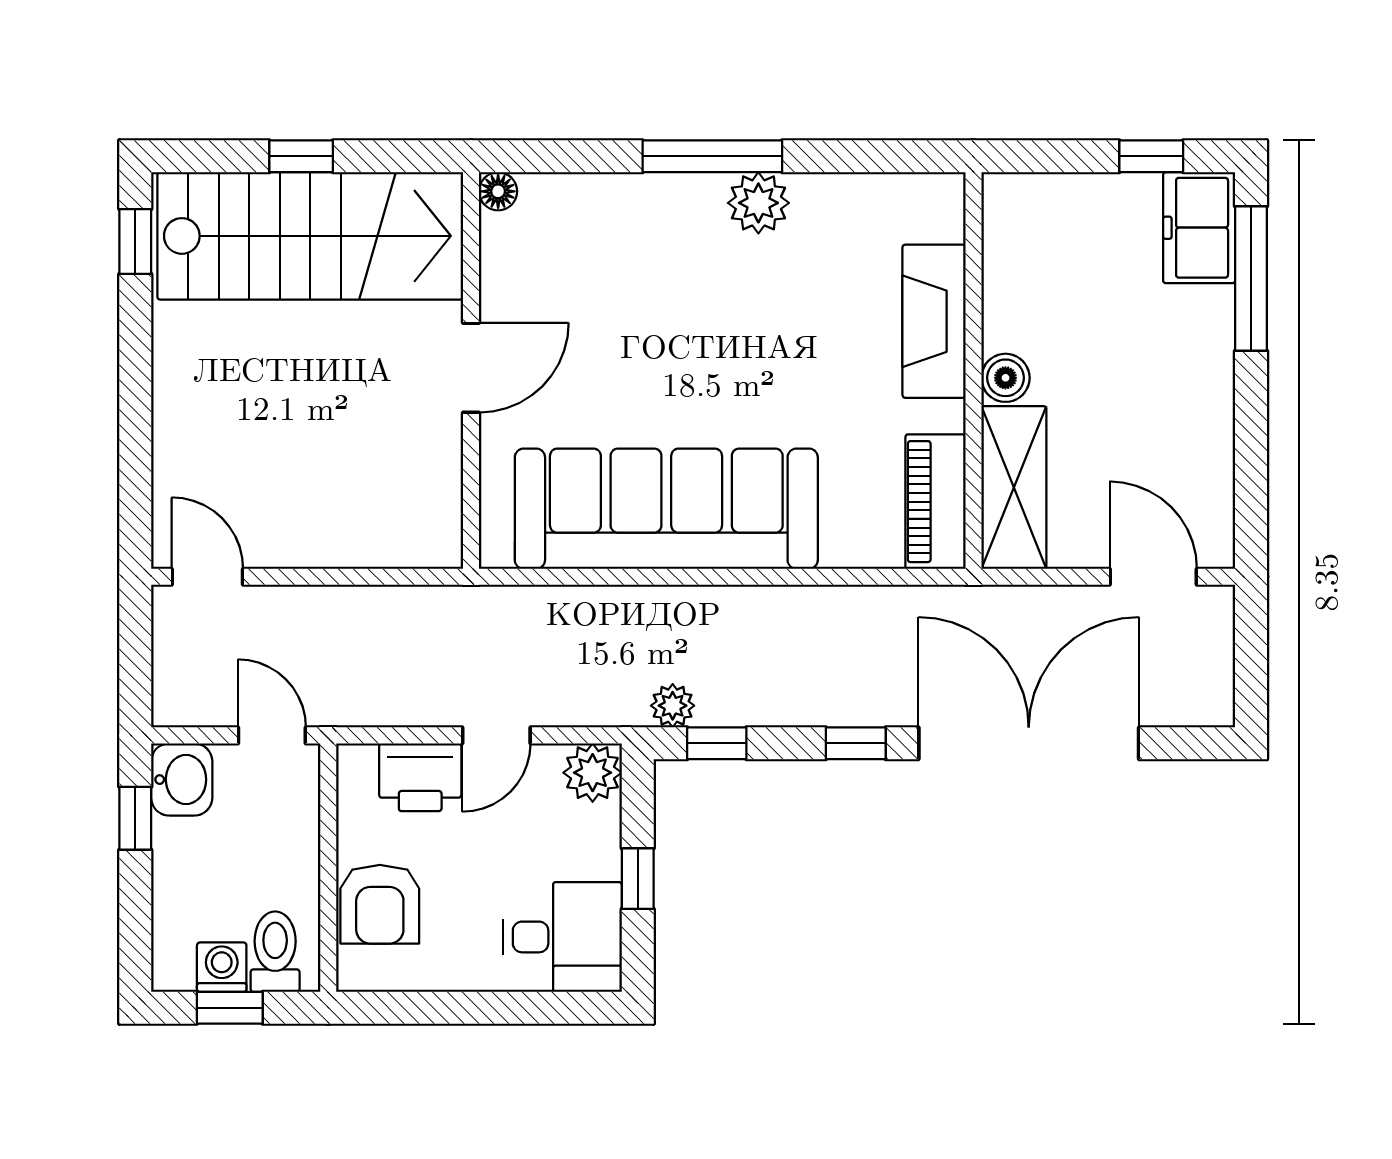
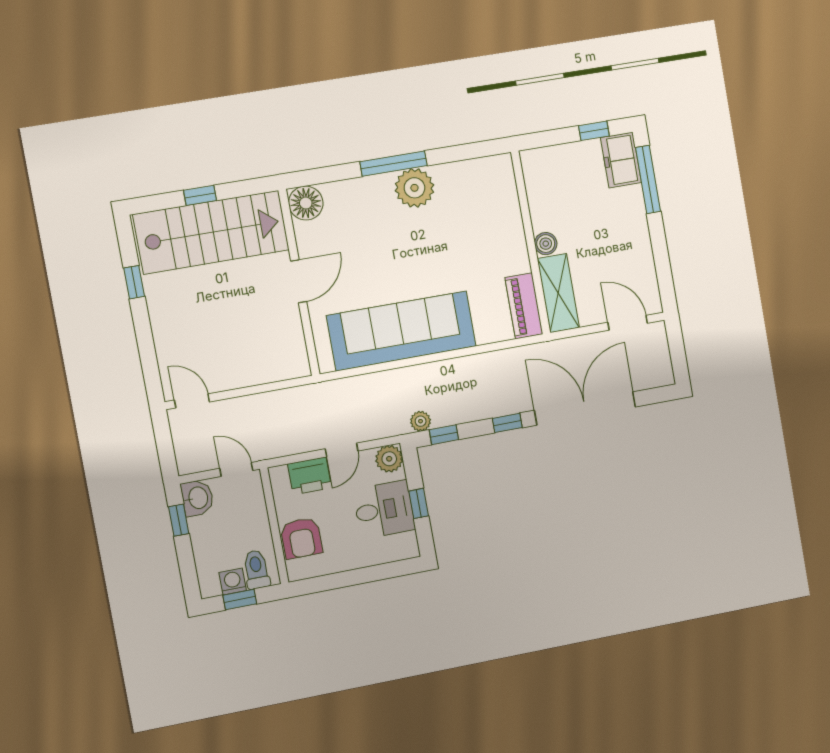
floor lamp: (498, 191) -> (306, 203), width x1.89, depth x1.89
plant: (758, 203) -> (414, 188), width x1.36, depth x1.36
window: (135, 242) -> (134, 282), moved
fireplace: (934, 321) -> (509, 223), removed
desk: (563, 937) -> (384, 510), moved

